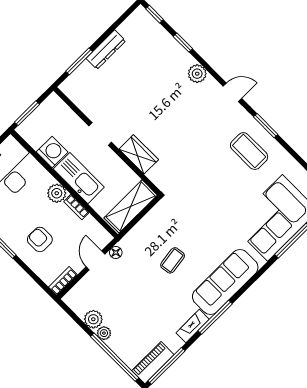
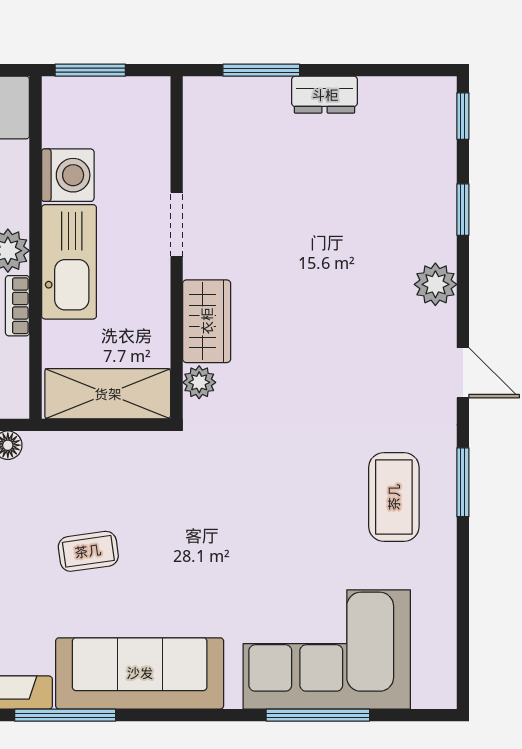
dresser: (106, 50) -> (325, 95), width x0.70
plant: (155, 175) -> (199, 382), added

